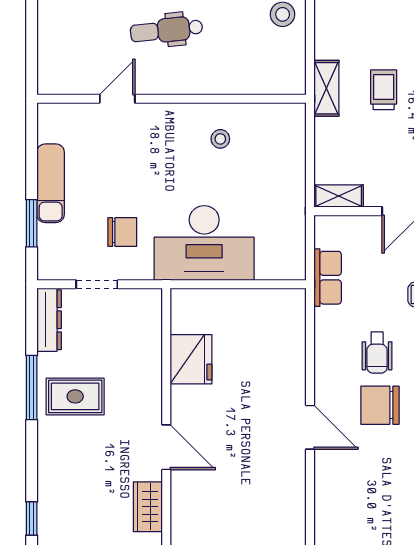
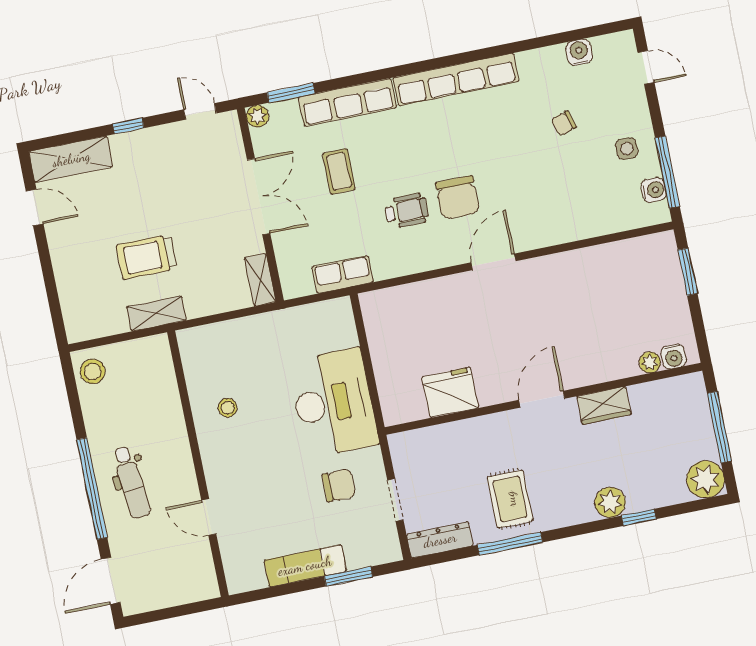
trolley: (384, 90) -> (147, 257), width x1.36, depth x1.39
chair: (122, 232) -> (339, 485), turned 90
plant: (52, 493) -> (610, 502), added

